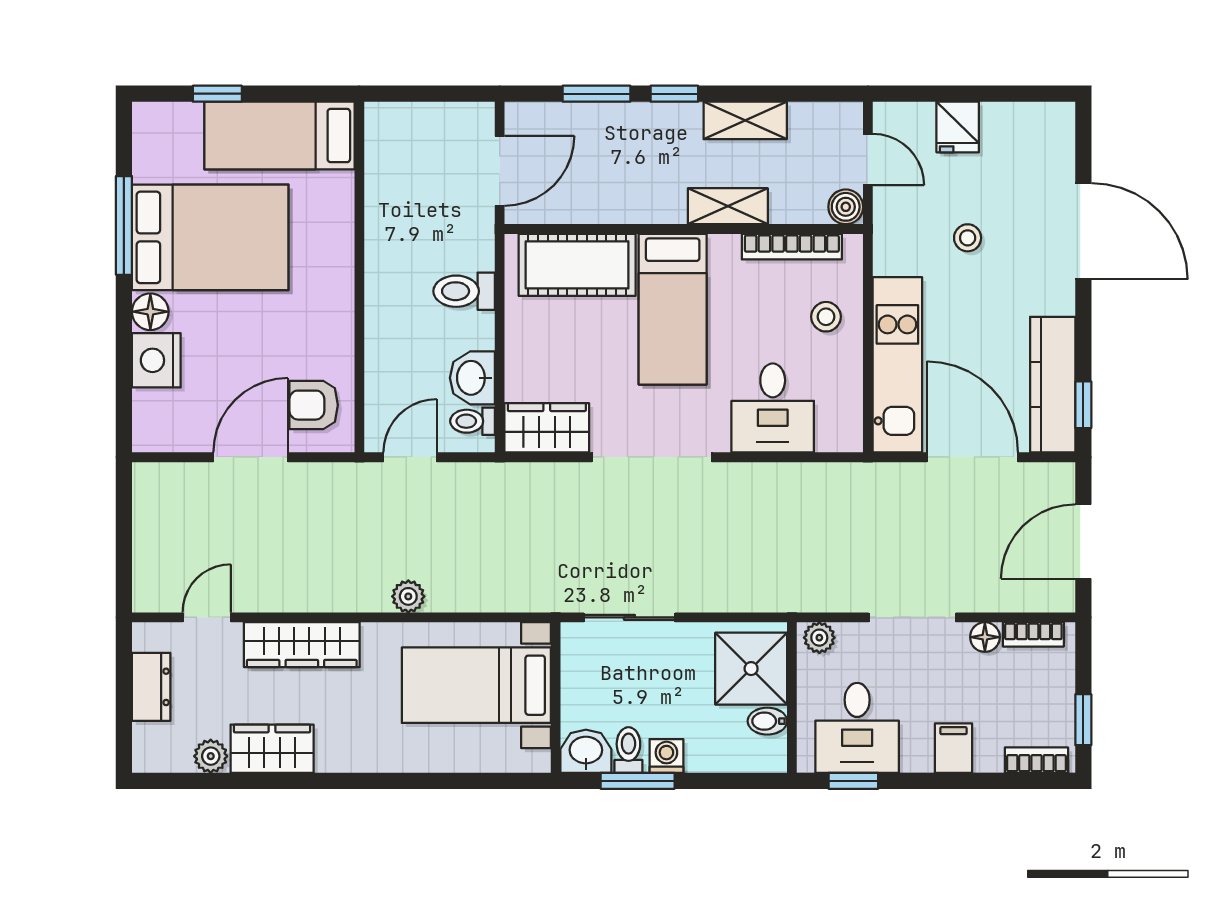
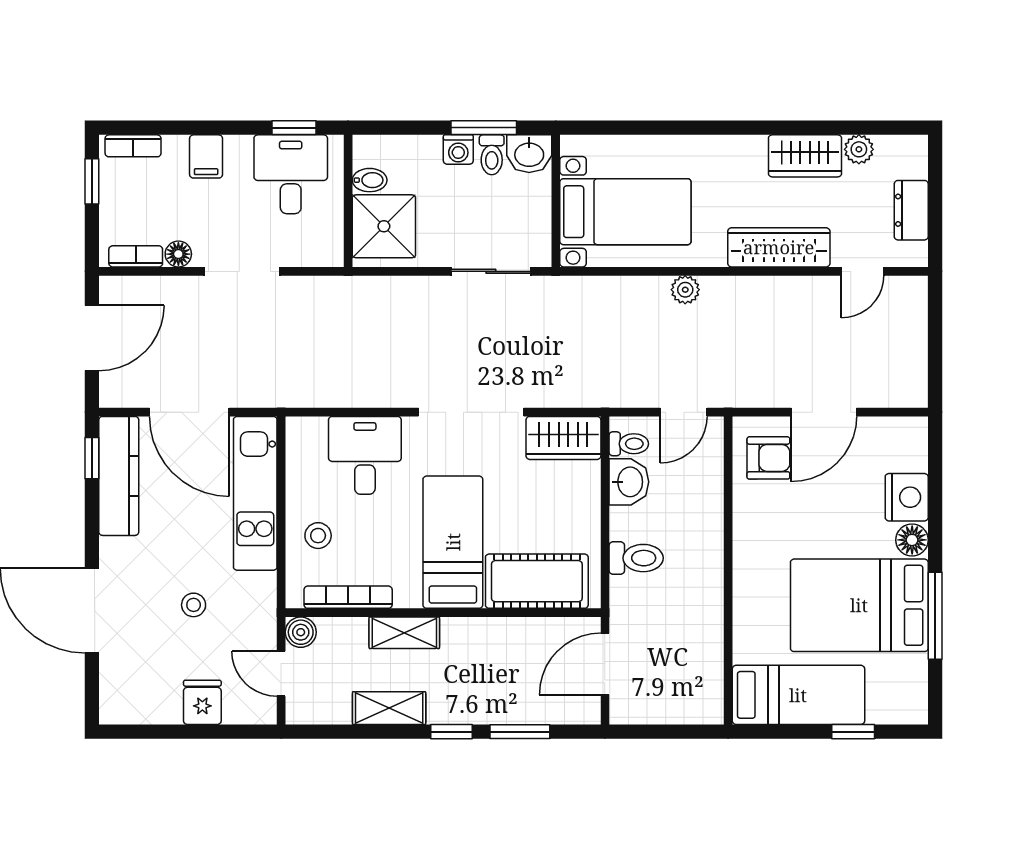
plant: (819, 638) -> (324, 254), removed

